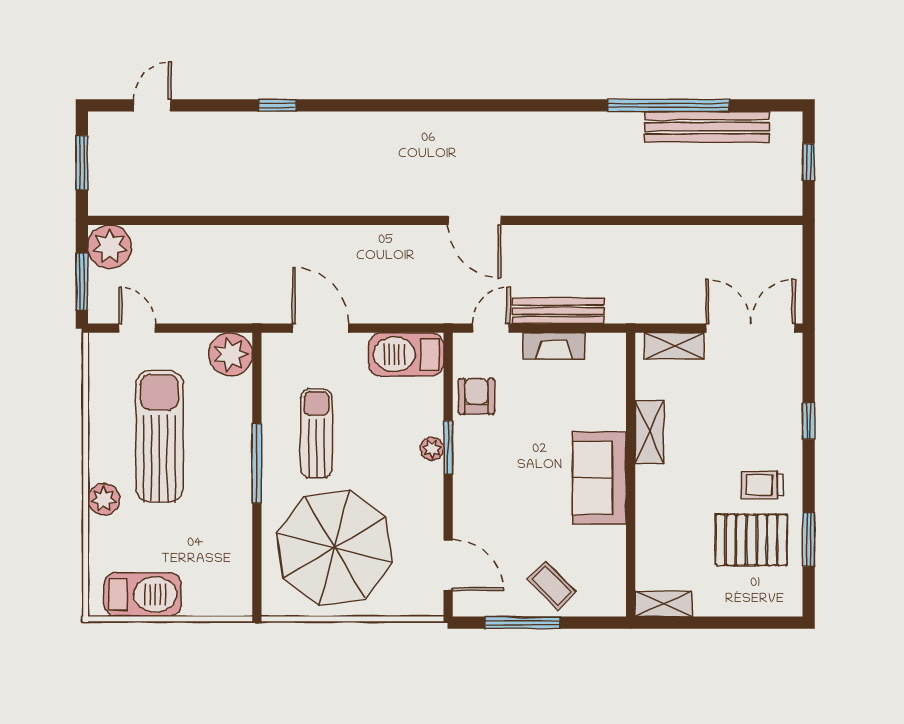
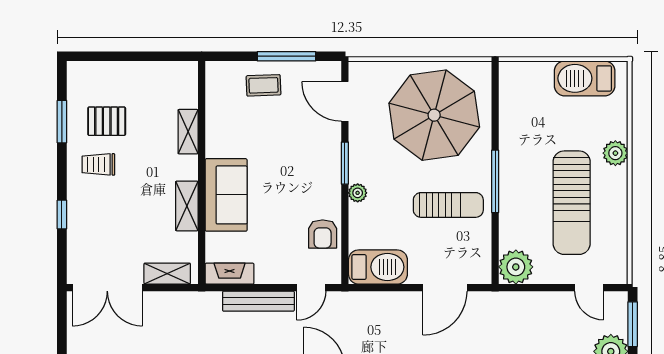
door: (321, 328) -> (445, 288), hinge flipped
fireplace: (554, 346) -> (230, 274), moved
sun lounger: (316, 433) -> (448, 205), turned -90
window: (448, 448) -> (345, 163), moved
sofa: (599, 478) -> (226, 195), moved
trolley: (762, 485) -> (98, 164), turned 180
pallet: (751, 540) -> (107, 121), width x0.67, depth x0.71
coffee table: (552, 586) -> (263, 85), turned -47
shelving: (663, 604) -> (188, 132), moved, turned 90

